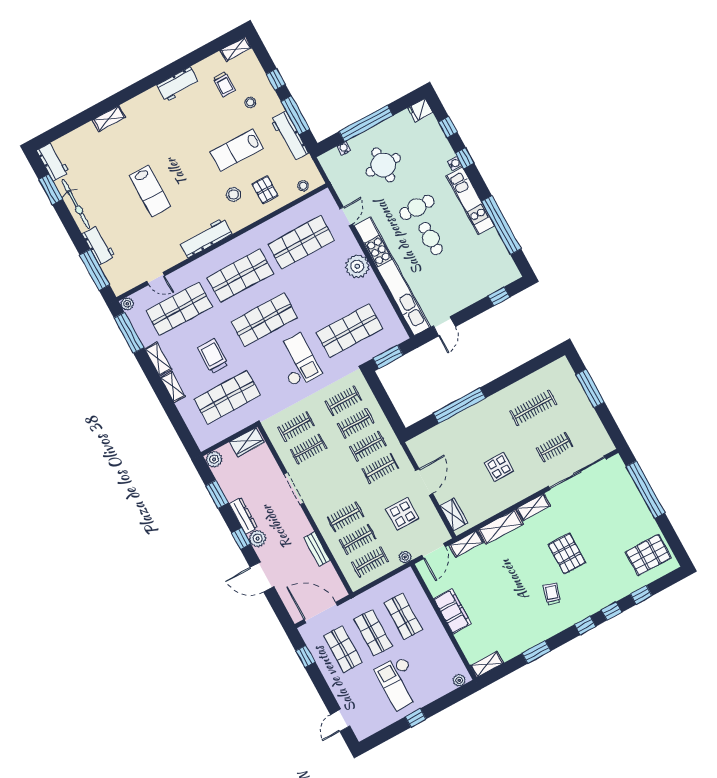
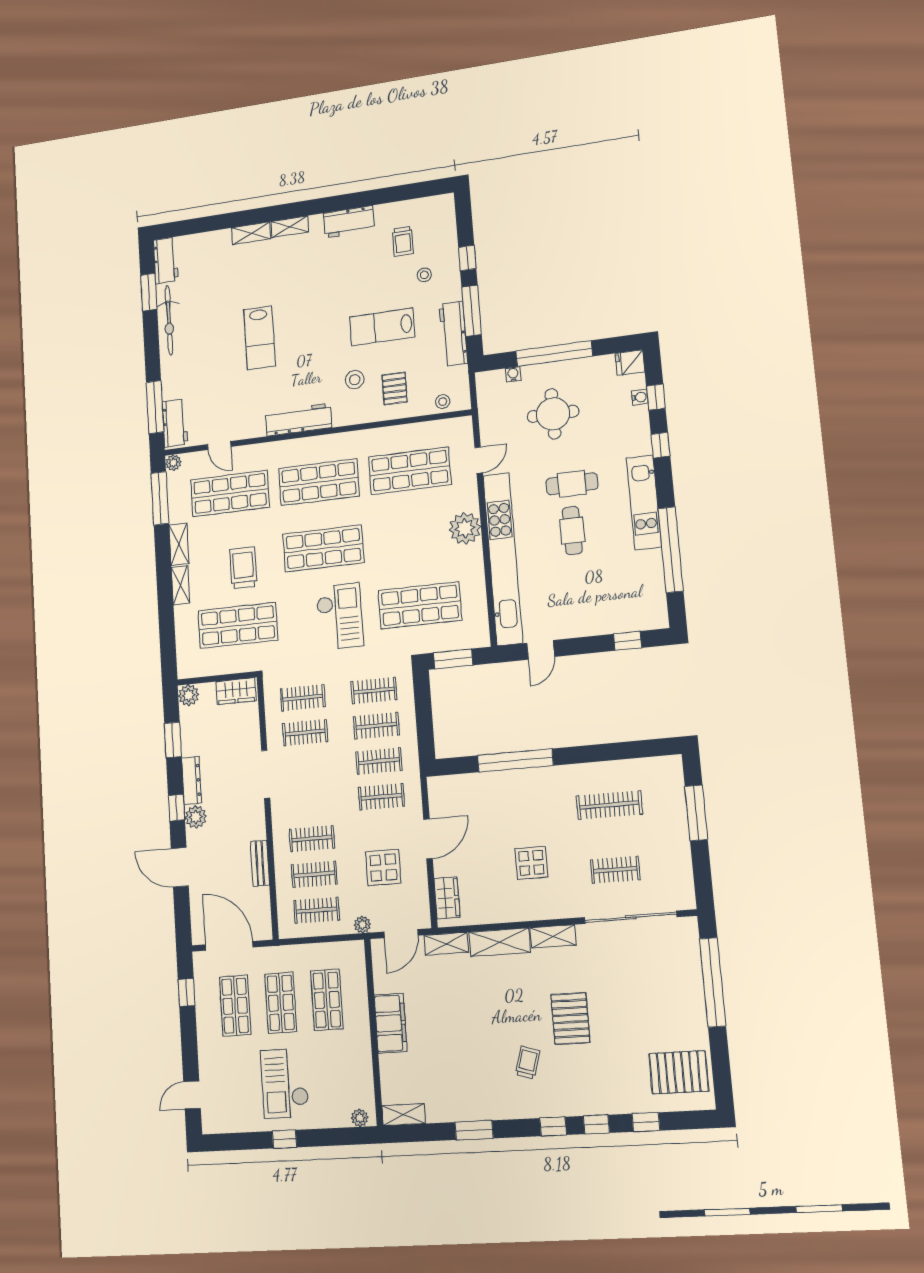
shelving: (236, 49) -> (290, 227), moved
water cooler: (455, 164) -> (640, 397), moved
workbench: (99, 245) -> (175, 423), moved

